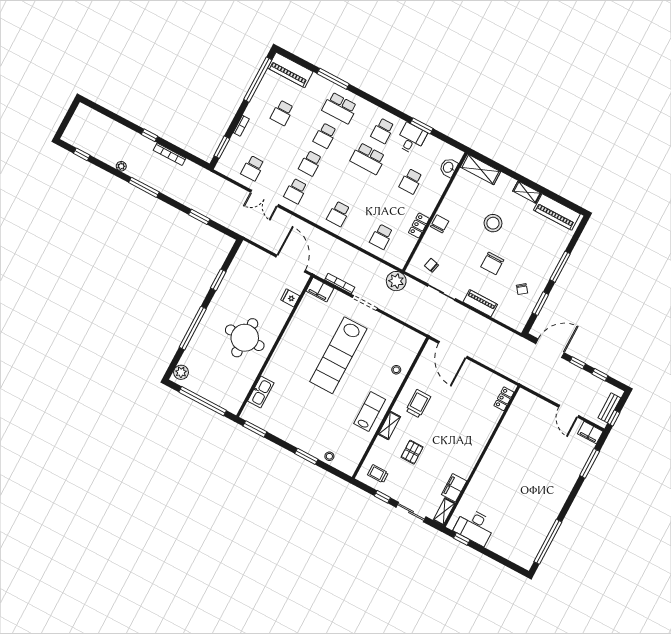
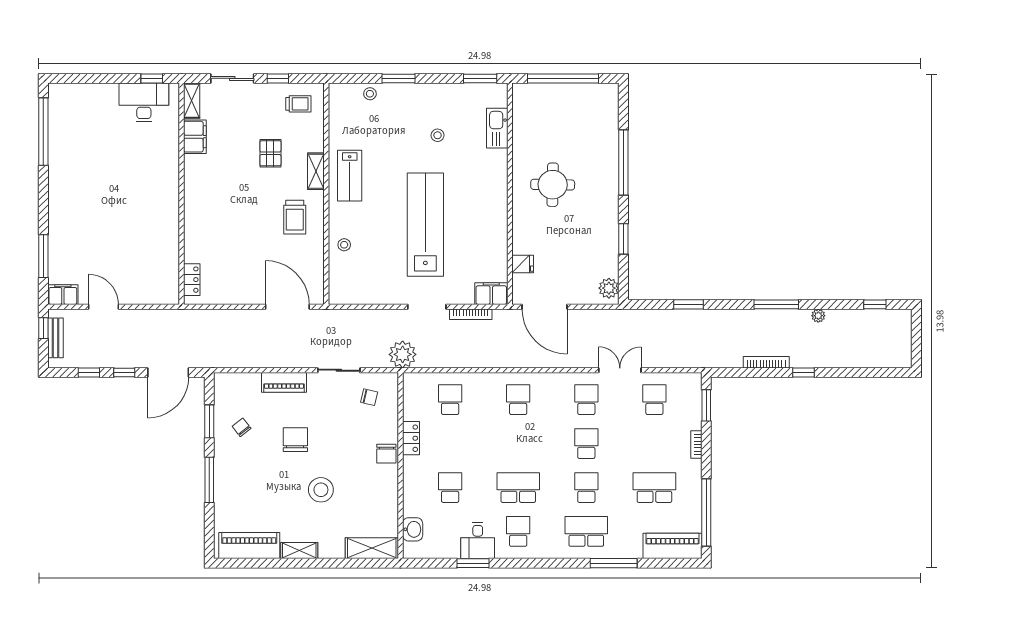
school desk: (282, 113) -> (654, 488), width x1.85
round table: (245, 338) -> (553, 185), width x0.73, depth x0.73
plant: (181, 372) -> (609, 288), moved
stool: (301, 407) -> (438, 135), added

